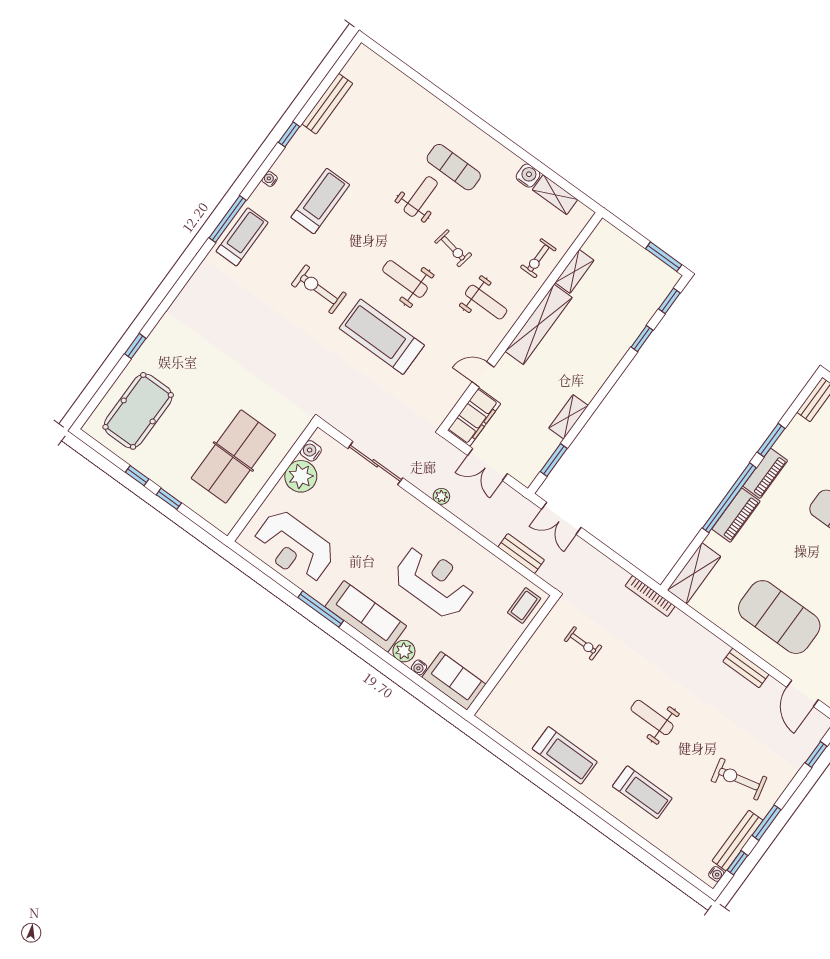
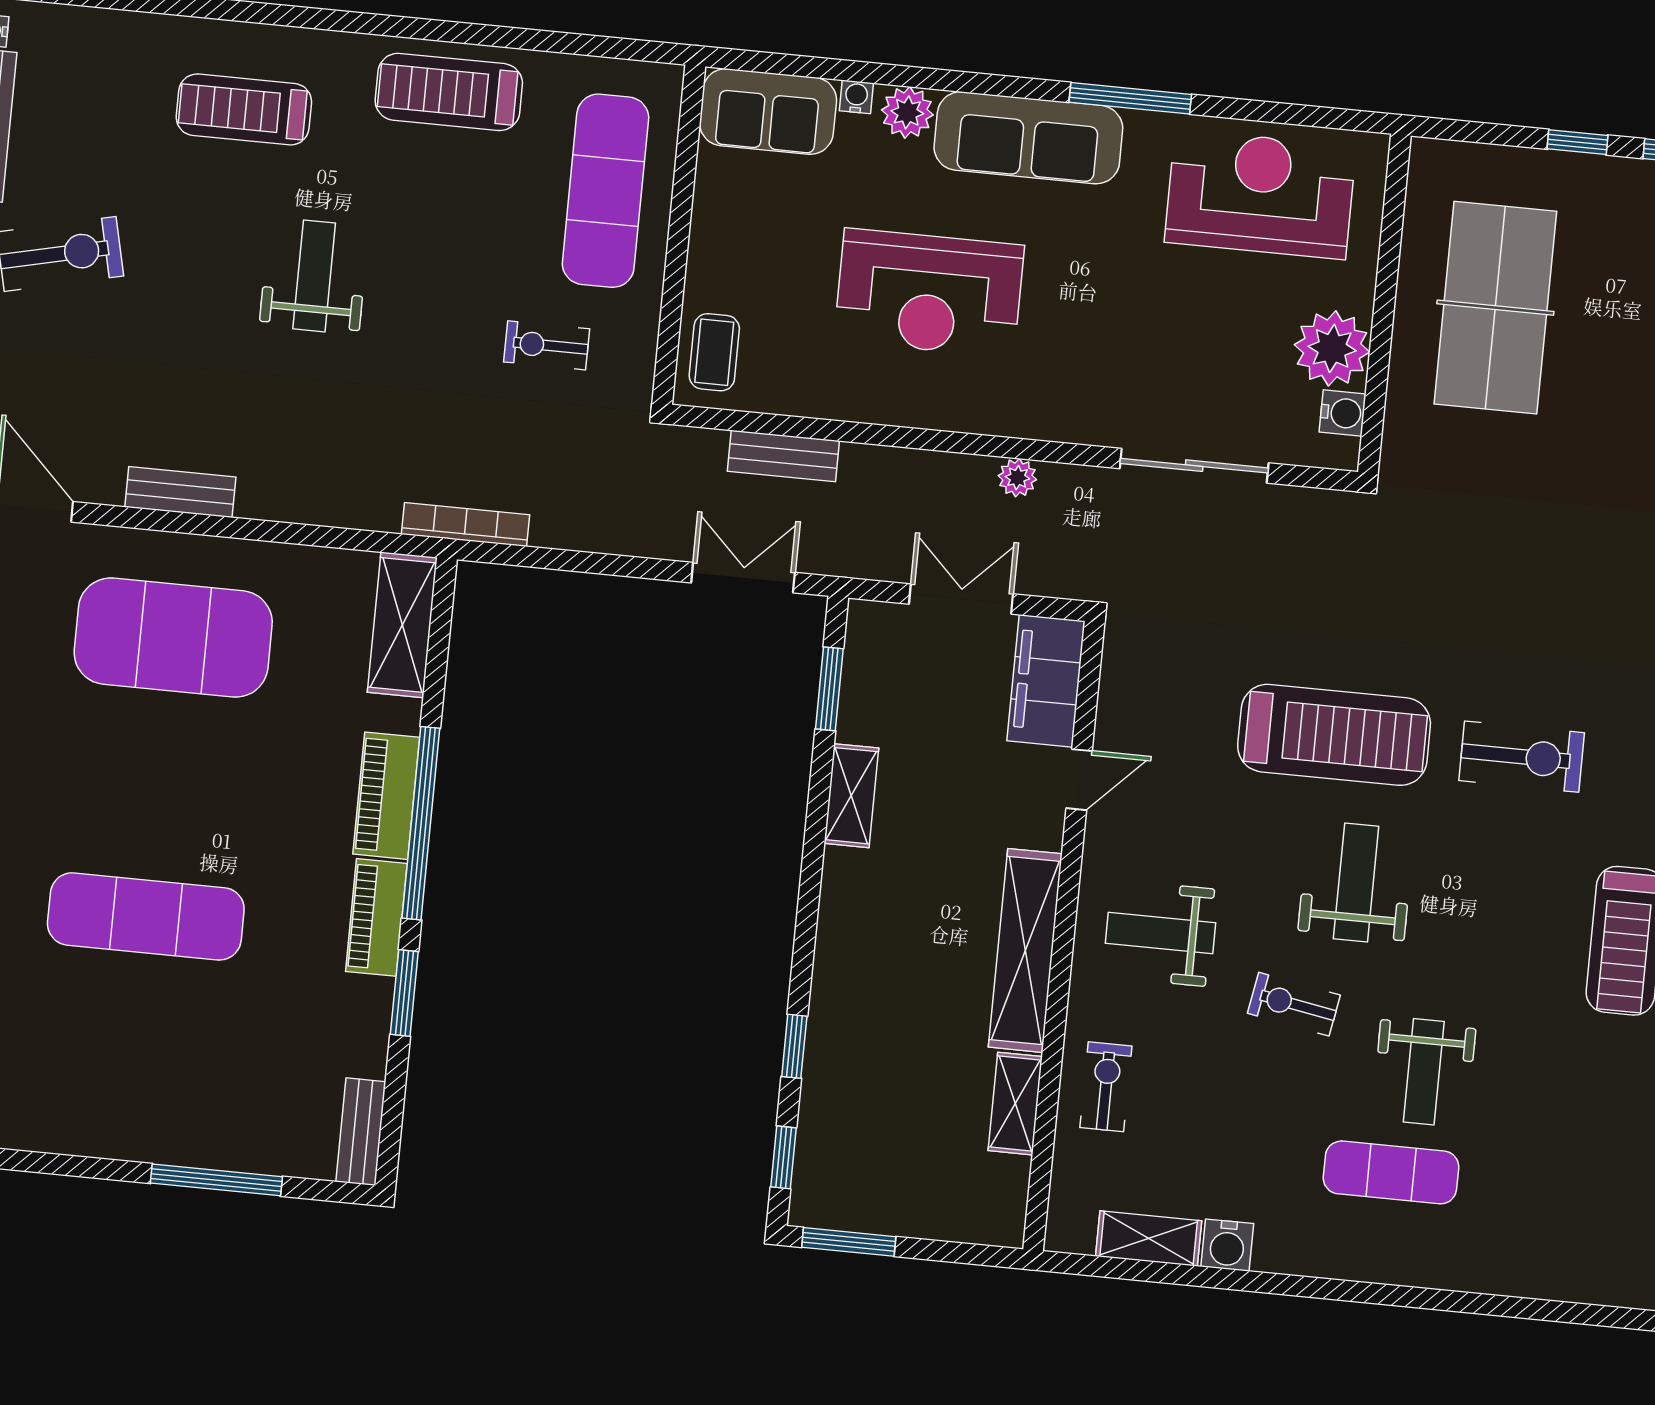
weight bench: (405, 279) -> (1356, 882), turned -90
exercise mat: (529, 687) -> (605, 191), added
weight bench: (652, 717) -> (314, 276), turned -90

